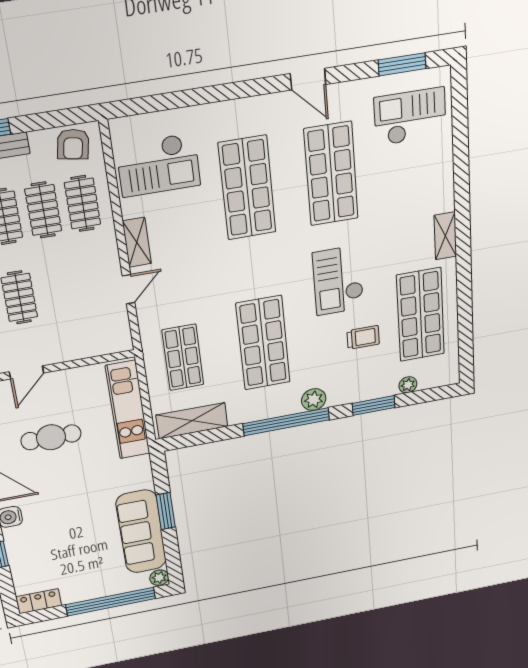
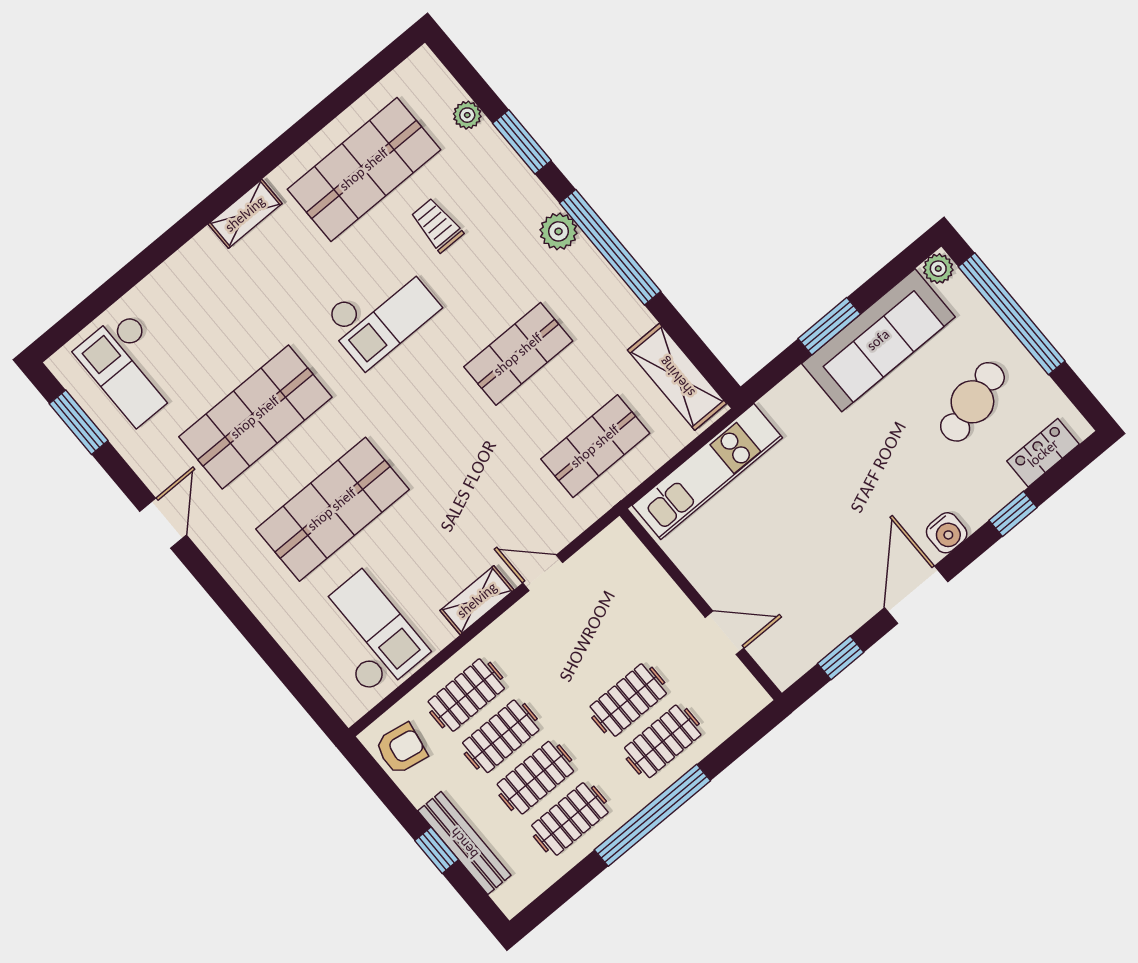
shop shelf: (263, 343) -> (518, 354), width x0.70, depth x0.74
cafe table: (51, 437) -> (972, 402), moved, turned 74
locker: (39, 601) -> (1043, 453), moved, turned 90

